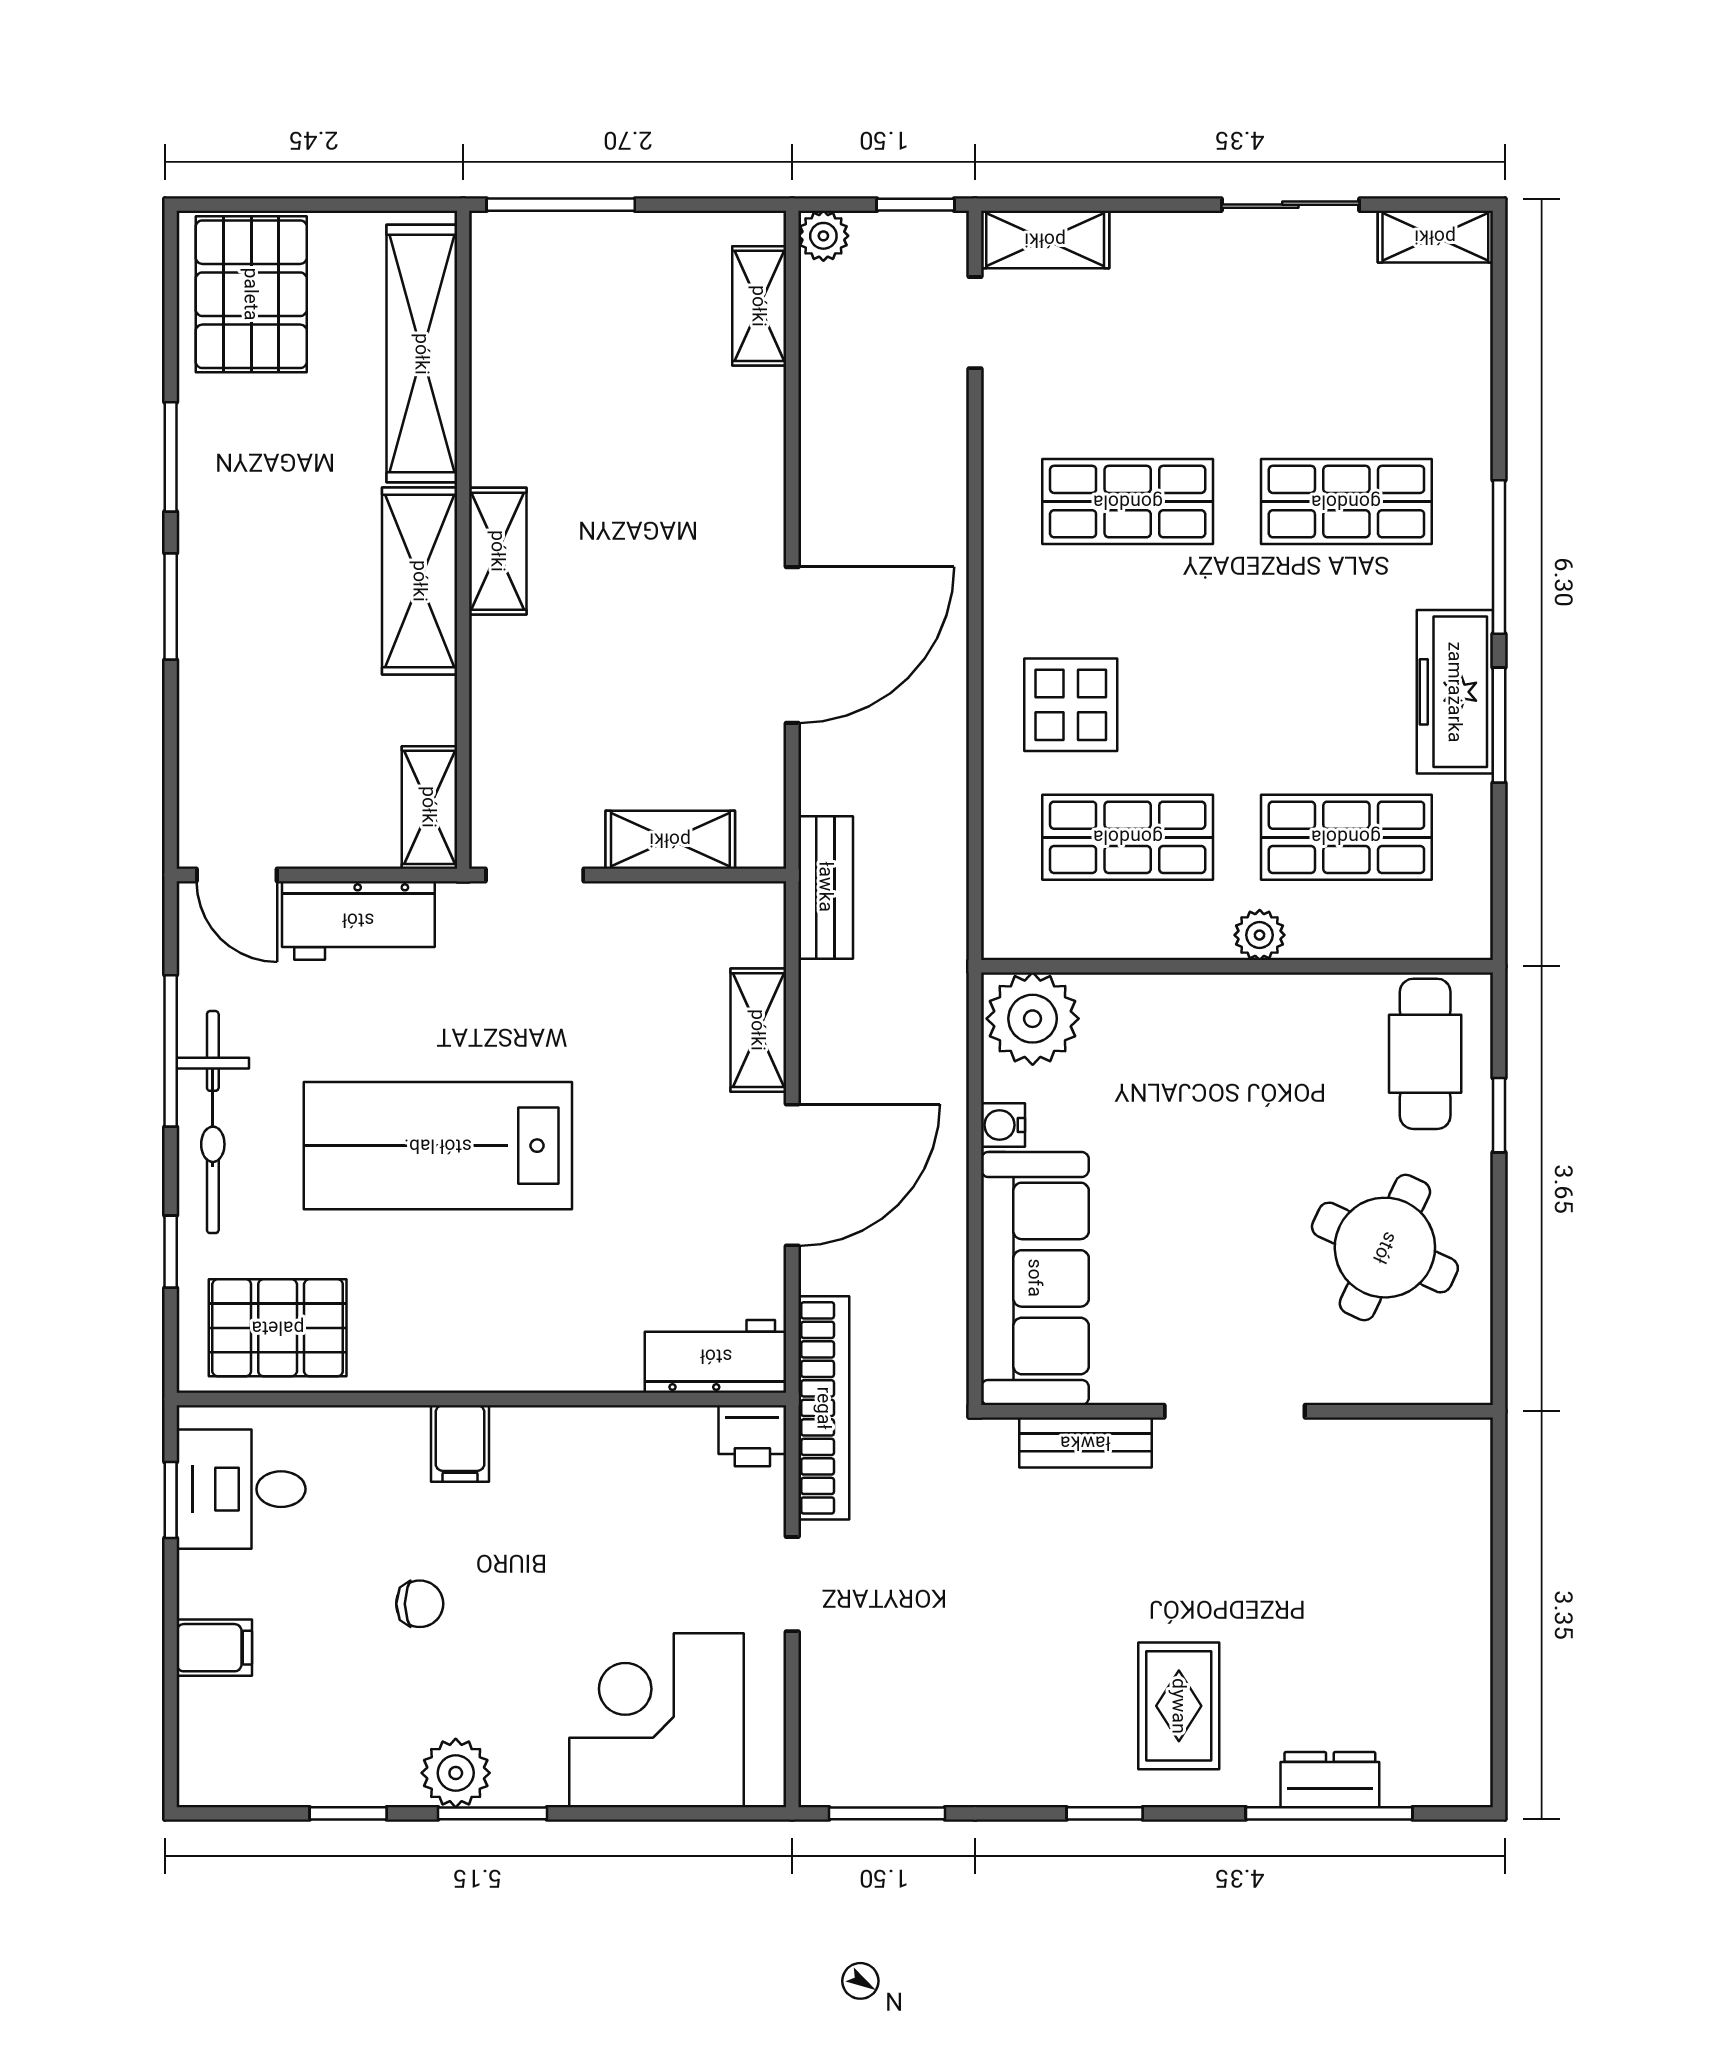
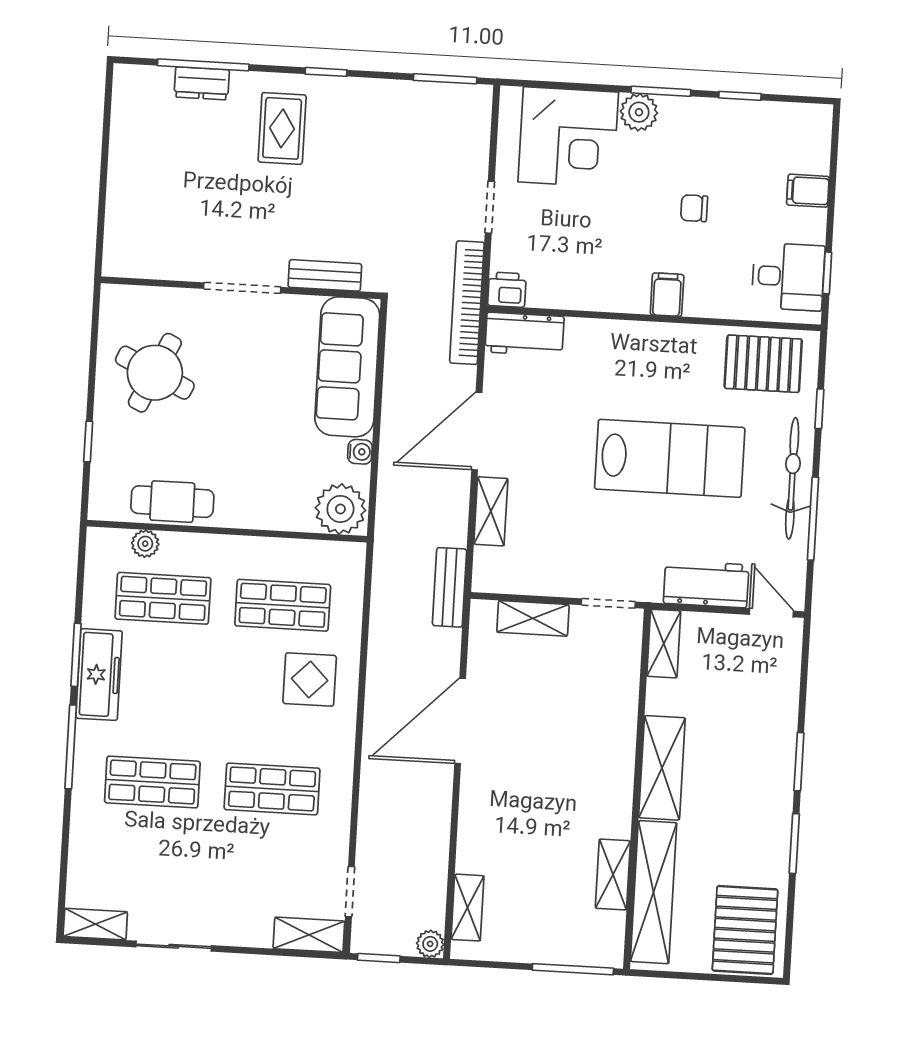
shelving: (498, 551) -> (613, 874), moved
plant: (1260, 935) -> (145, 544), moved
cafe table: (1425, 1054) -> (172, 502), moved, turned 90
plant: (456, 1773) -> (639, 112), moved

